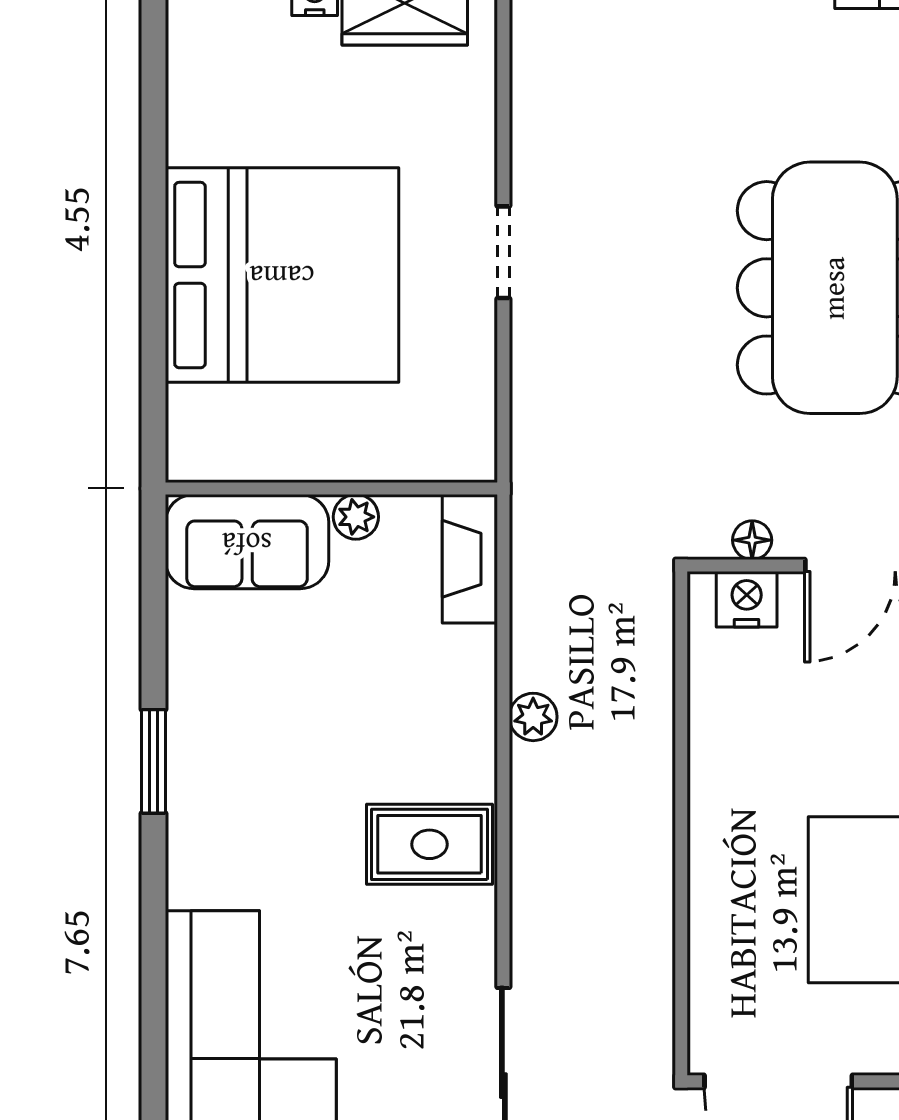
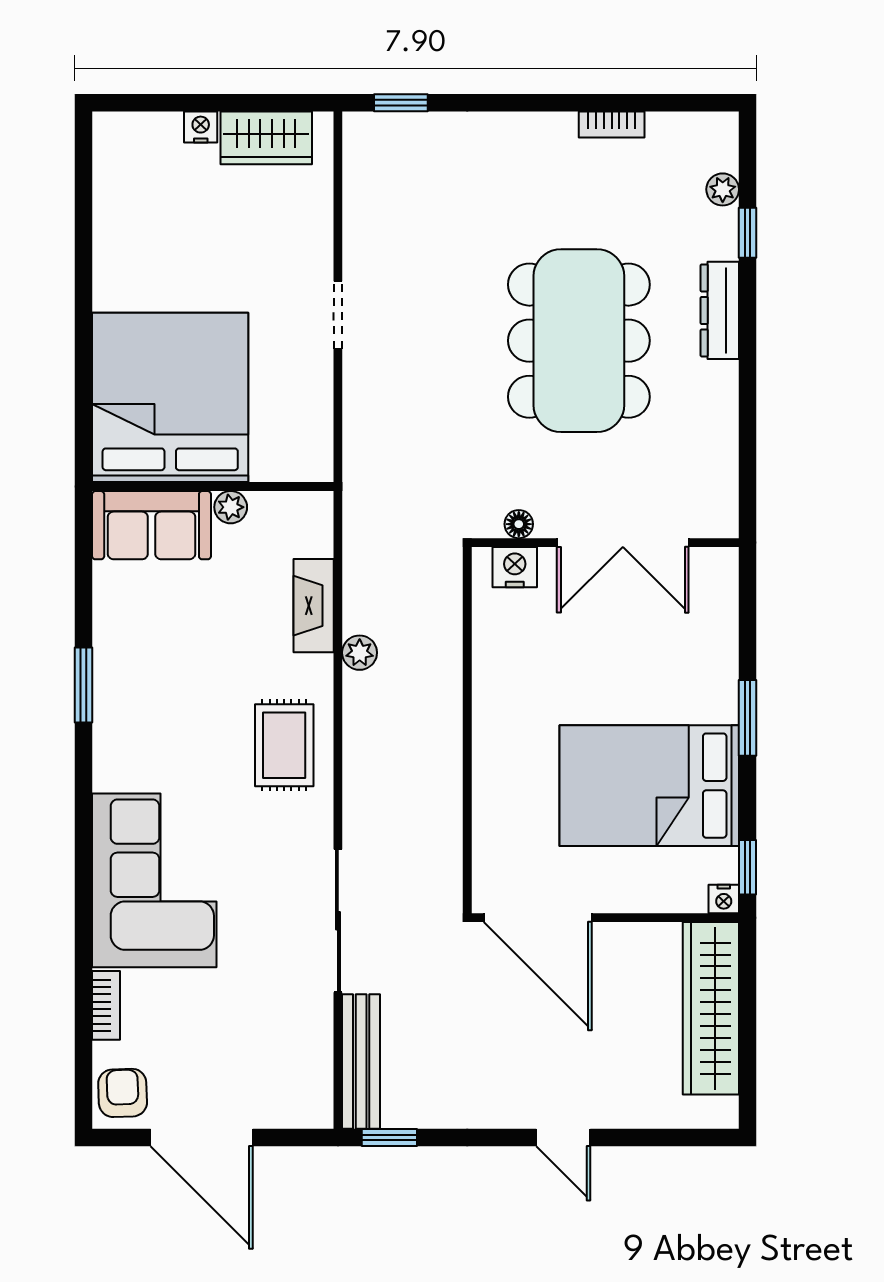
bed: (282, 275) -> (170, 397), moved, turned -90
fireplace: (470, 559) -> (314, 606), moved
rug: (429, 844) -> (284, 745), turned 90

